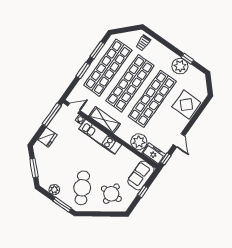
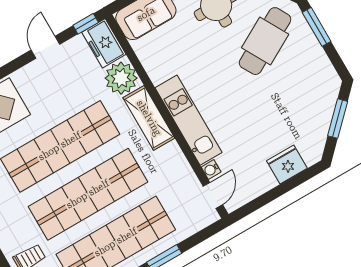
door: (74, 108) -> (213, 195), swing flipped
window: (52, 115) -> (260, 202), removed
shelving: (105, 120) -> (149, 118), moved
plant: (54, 190) -> (318, 61), removed

